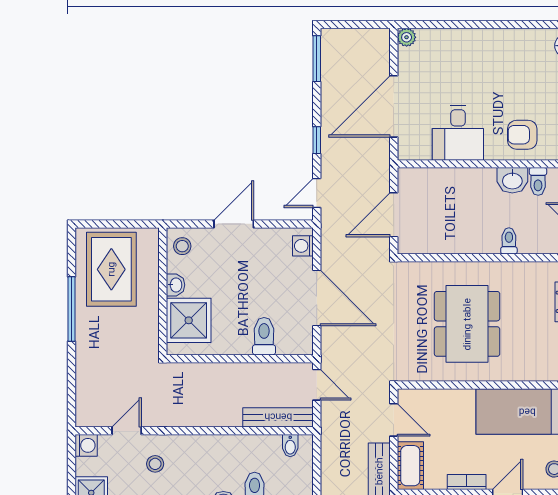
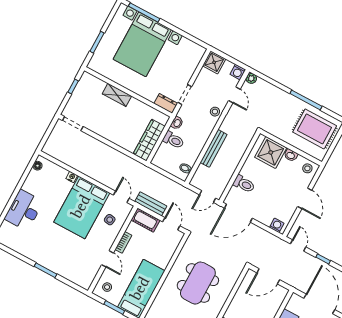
door: (394, 215) -> (268, 276), swing flipped
door: (317, 298) -> (238, 213), moved
dining table: (467, 324) -> (198, 283), turned 90
bench: (278, 417) -> (214, 148), moved
plant: (85, 418) -> (251, 78), added
door: (394, 420) -> (171, 224), swing flipped
stool: (155, 464) -> (215, 112), moved

